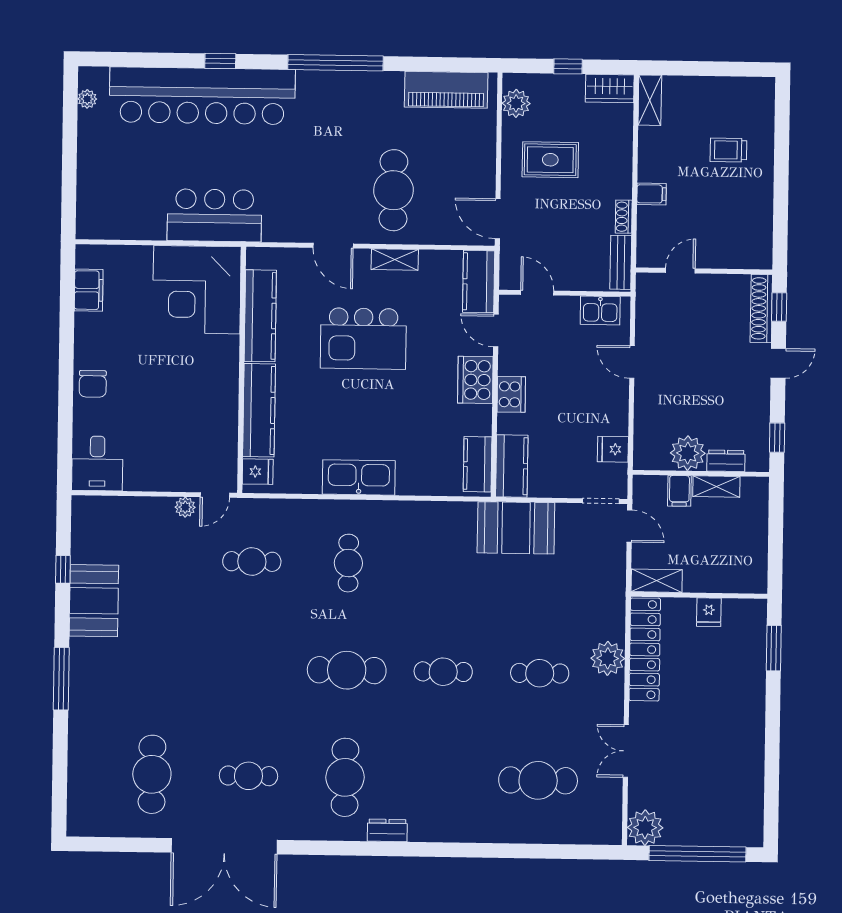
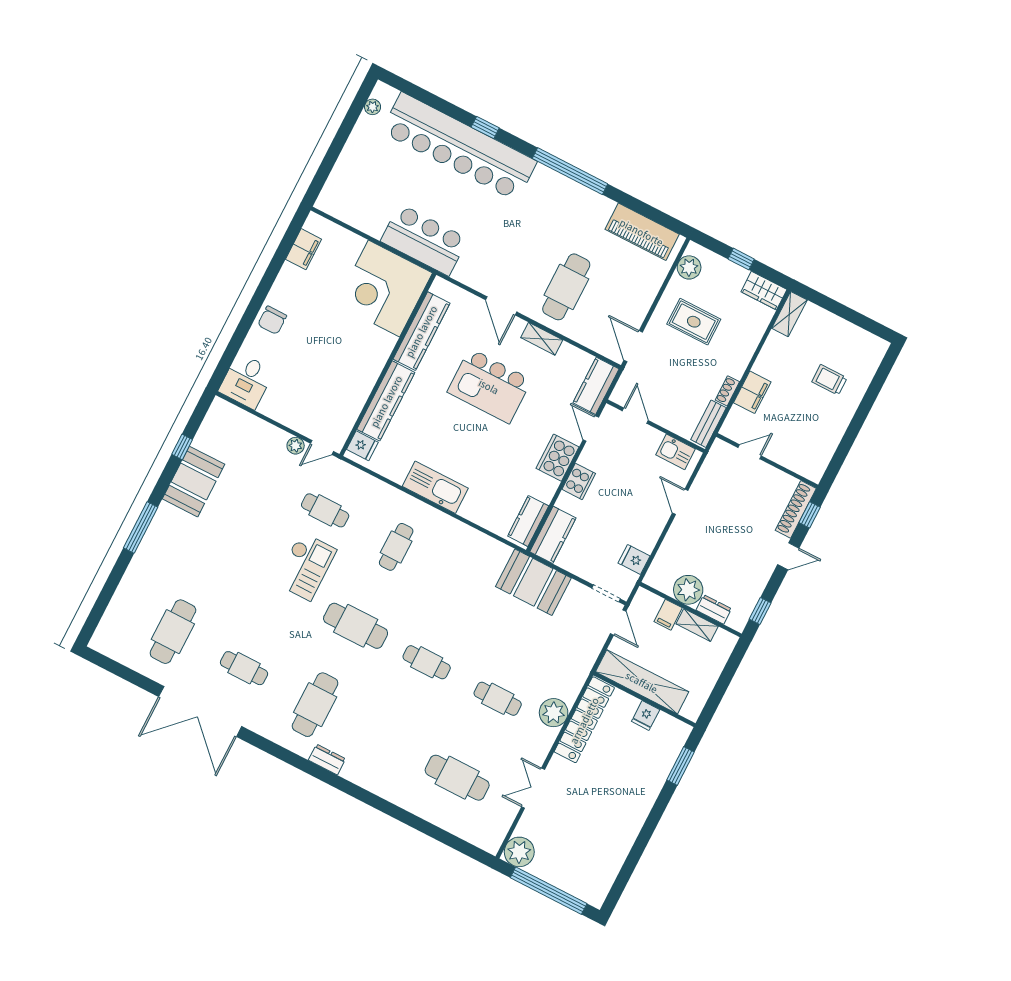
filing cabinet: (652, 194) -> (752, 392), width x2.00
shelving: (657, 581) -> (642, 682), width x2.20, depth x1.33
checkout: (261, 632) -> (306, 566), added

